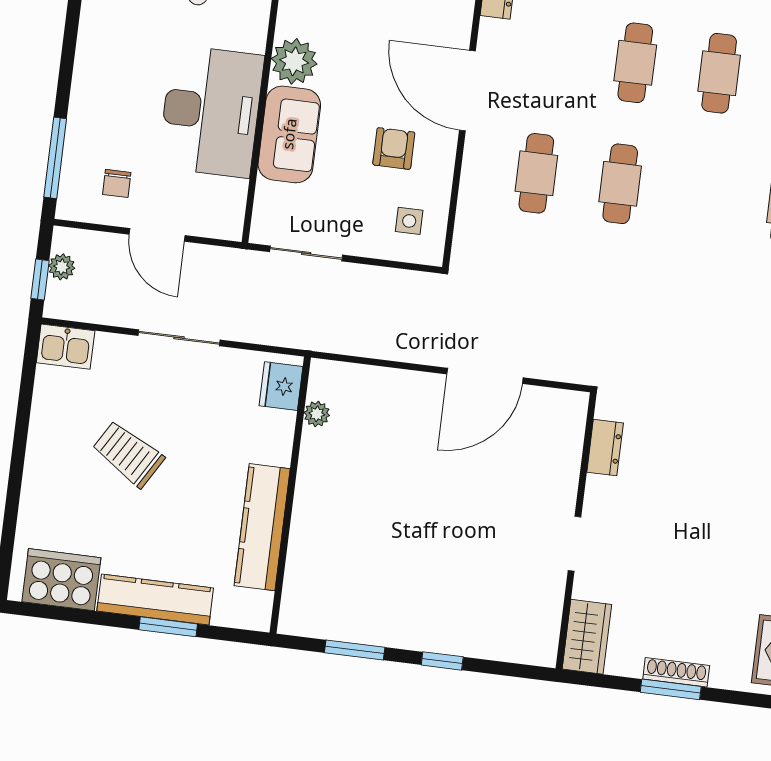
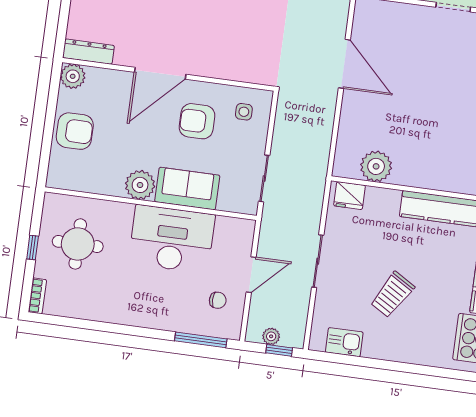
armchair: (394, 148) -> (197, 121), width x1.38, depth x1.38
cafe table: (536, 173) -> (214, 29), removed
kitchen sink: (66, 347) -> (344, 342), moved, turned -90
plant: (317, 414) -> (376, 166), width x1.88, depth x1.88

